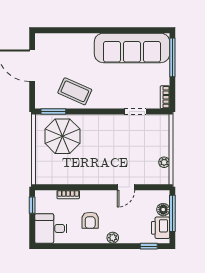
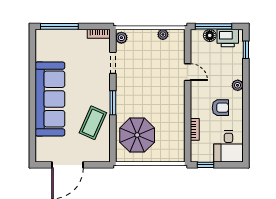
sofa: (132, 48) -> (50, 99), moved
window: (53, 112) -> (113, 103), moved
plant: (161, 120) -> (121, 38), added

